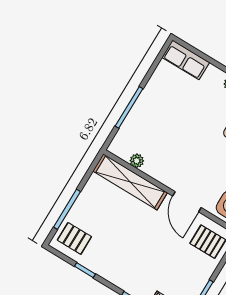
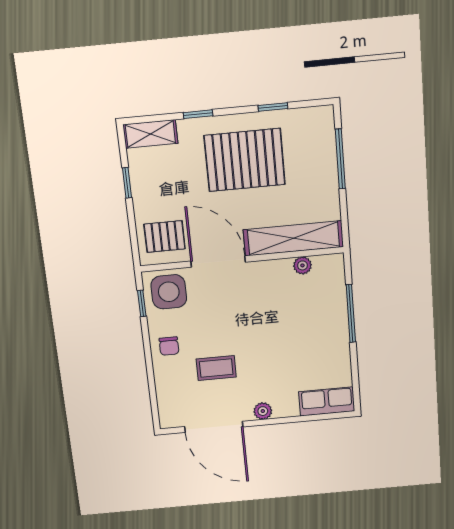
door: (187, 202) -> (218, 262), width x1.36
pallet: (74, 238) -> (245, 160), moved, width x2.05, depth x2.00

